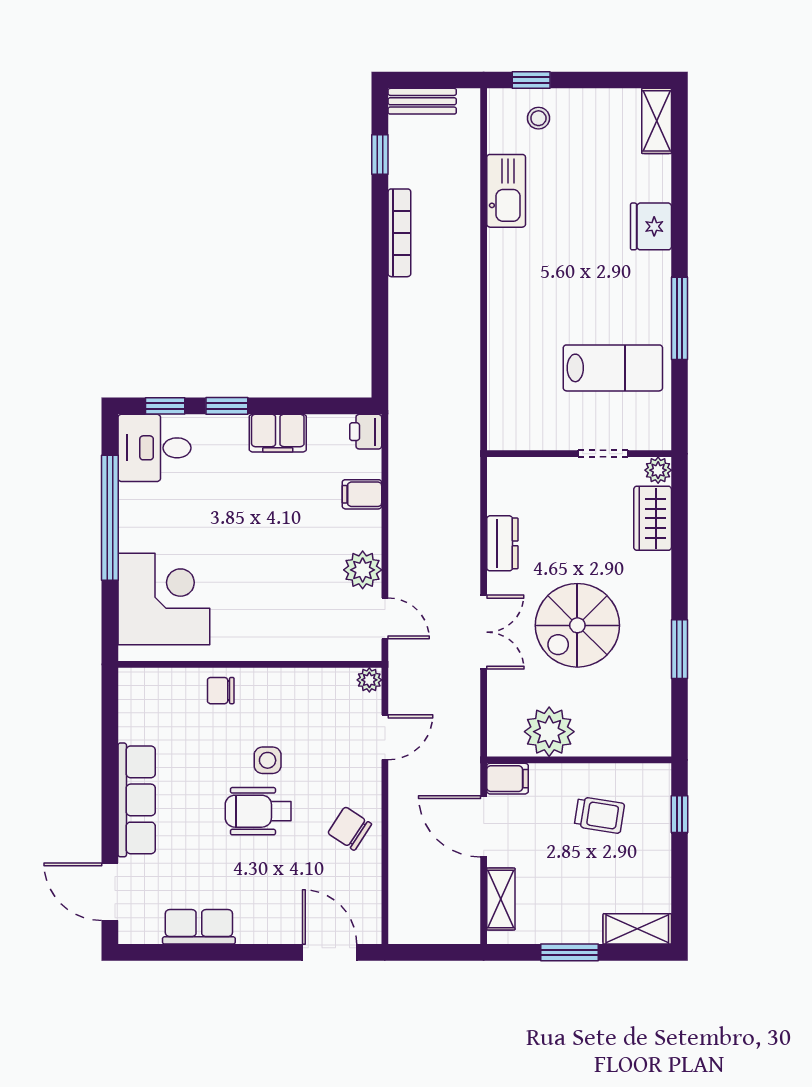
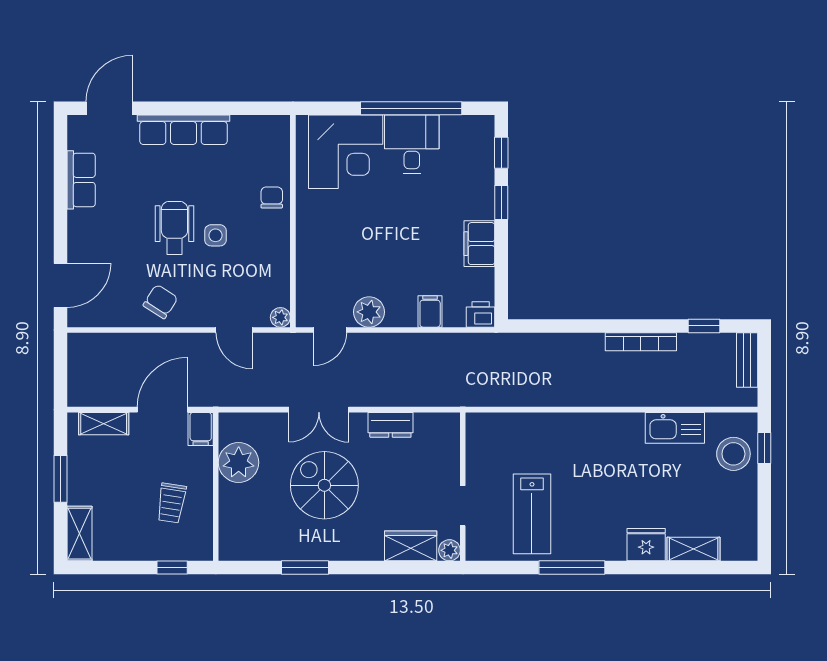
stool: (538, 118) -> (733, 454), width x1.89, depth x1.89
shelving: (657, 121) -> (694, 549), moved
desk: (155, 448) -> (412, 144), moved

